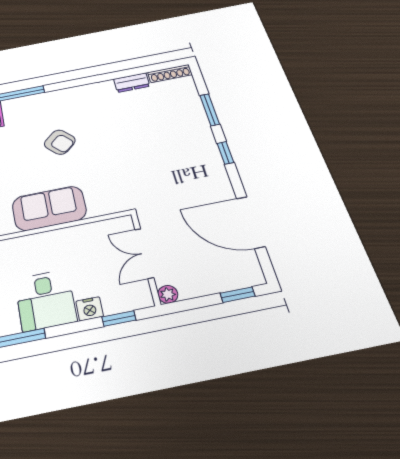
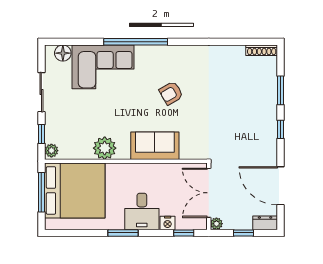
dresser: (132, 83) -> (265, 223), moved, turned 180
armchair: (60, 142) -> (171, 93), turned 103
double door: (144, 253) -> (209, 193), width x1.37
window: (238, 295) -> (243, 233), moved

